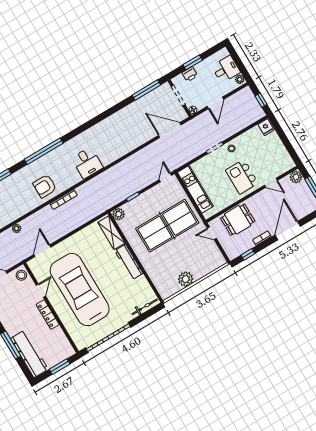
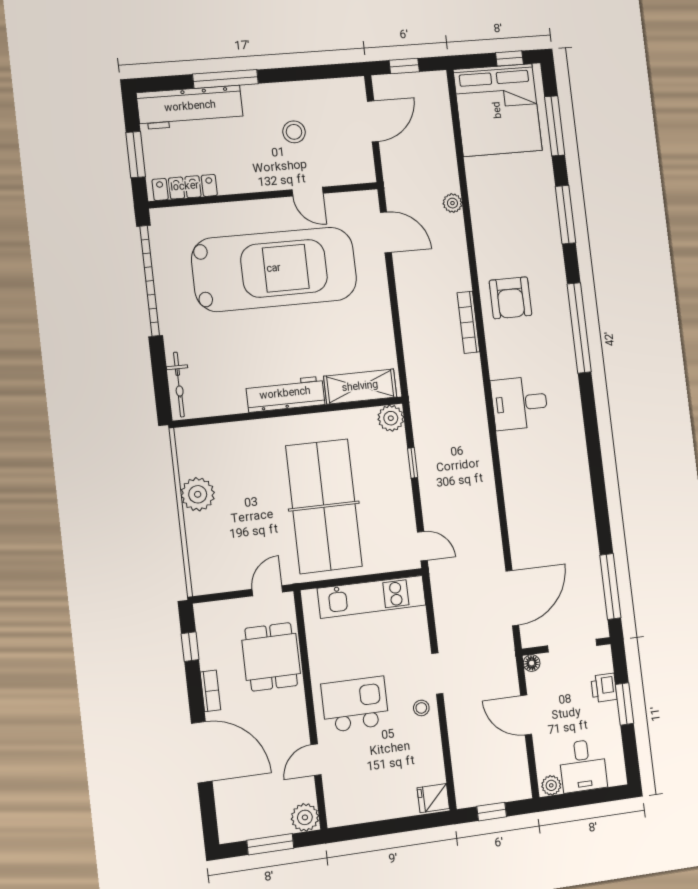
armchair: (45, 186) -> (510, 298), turned 180
stool: (21, 275) -> (294, 132), moved
locker: (48, 315) -> (185, 187), moved

